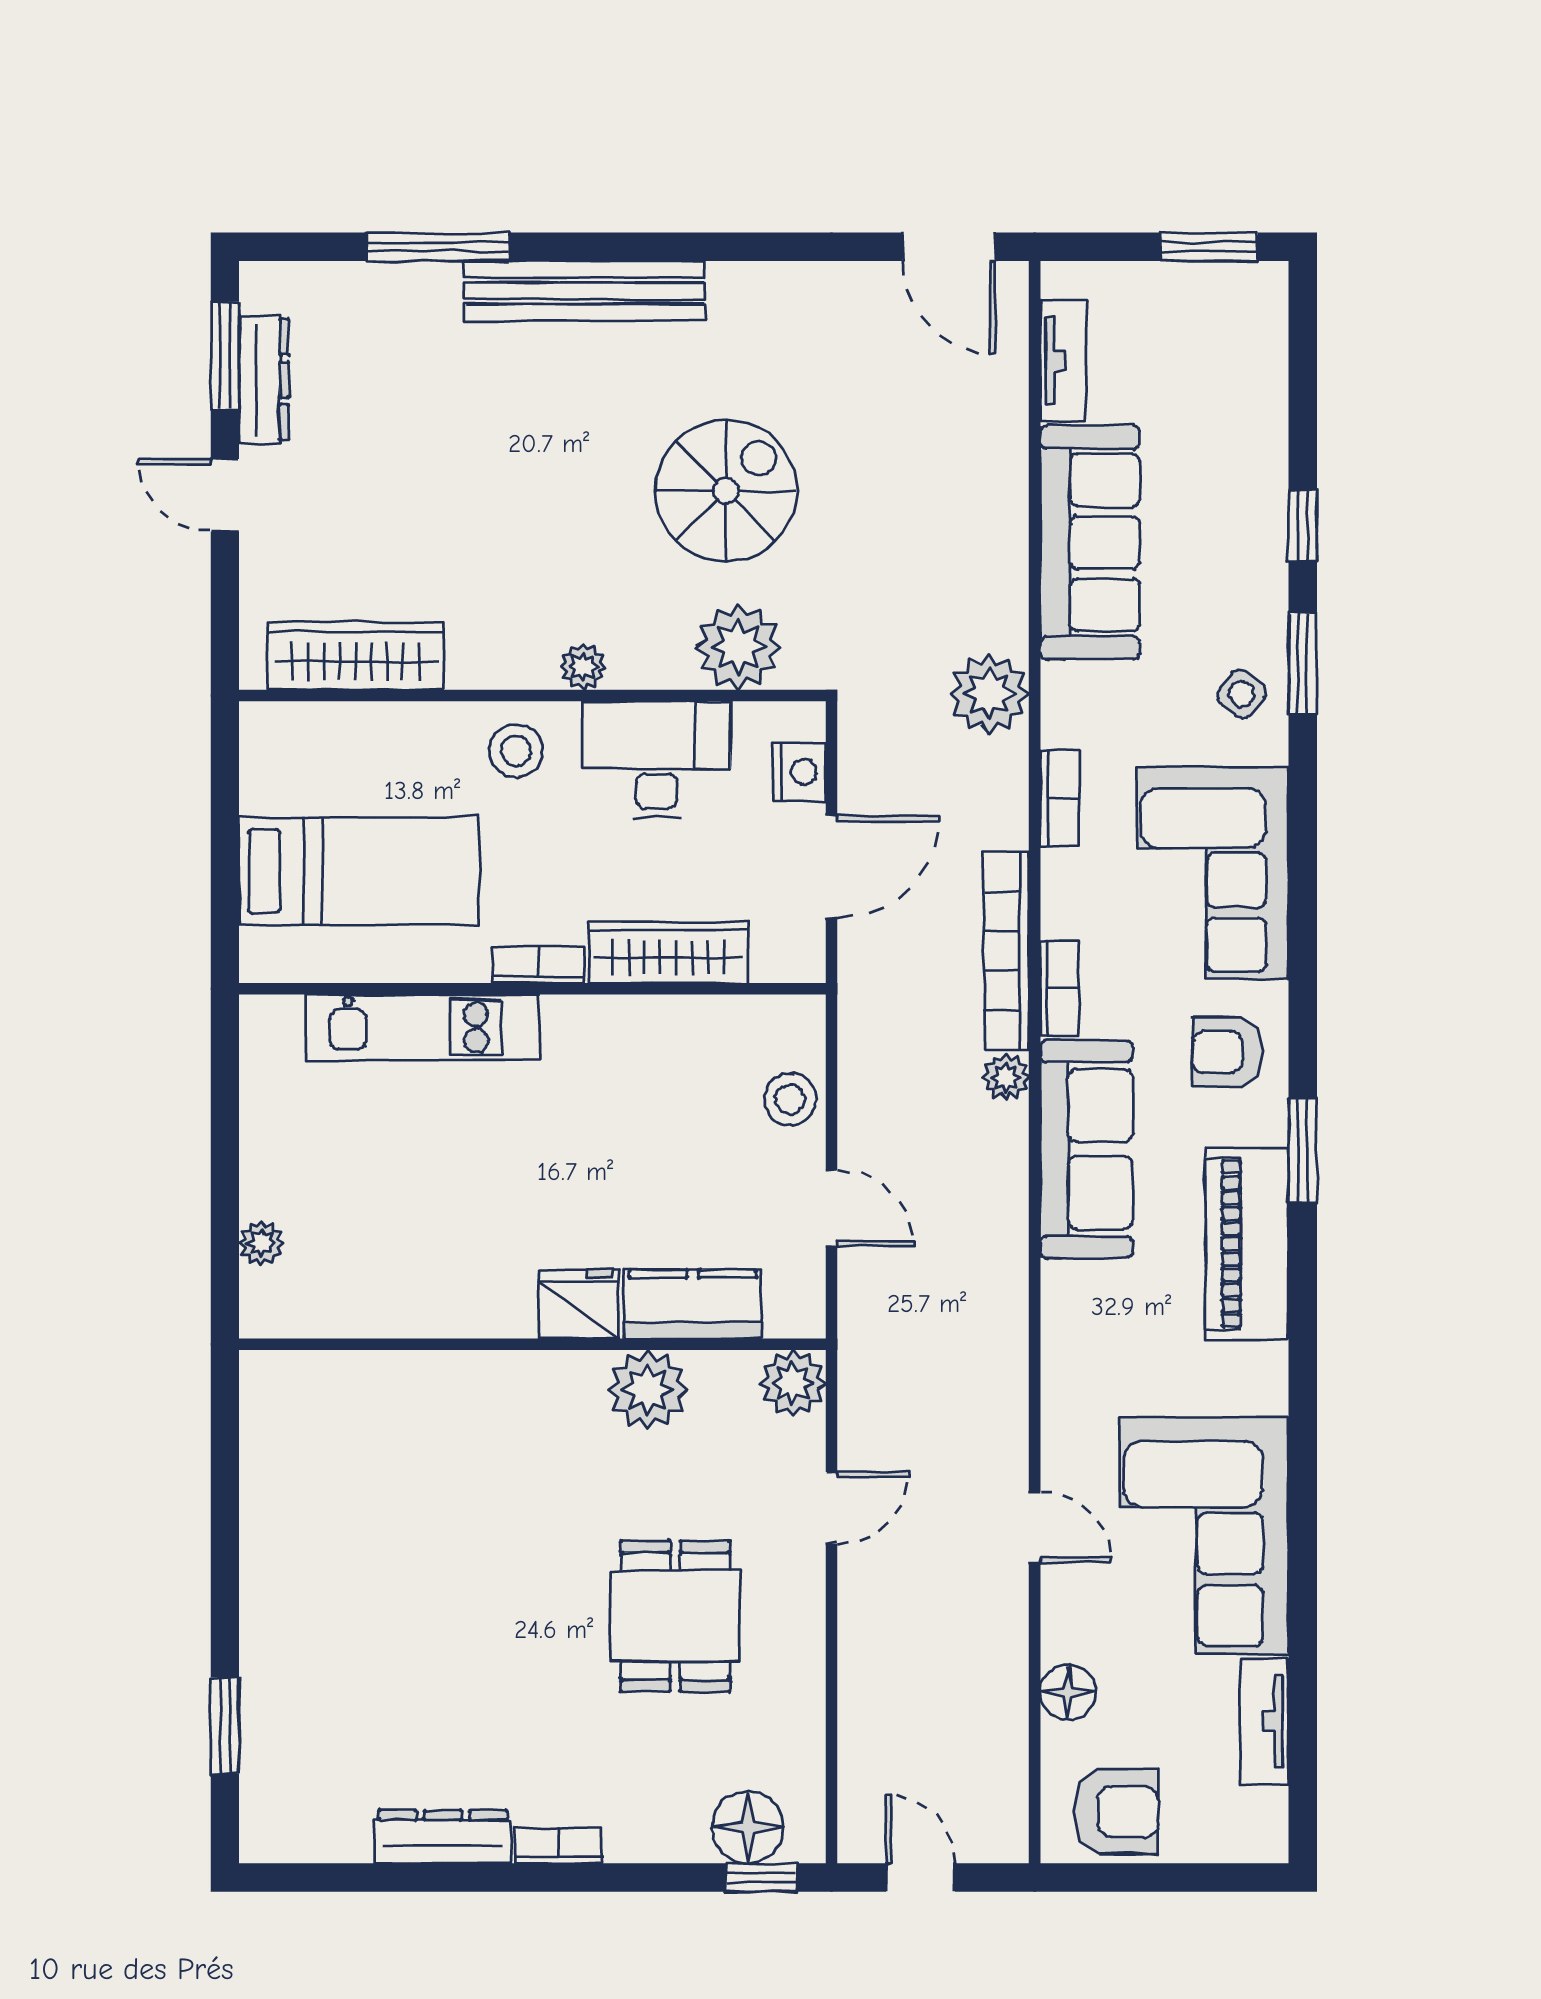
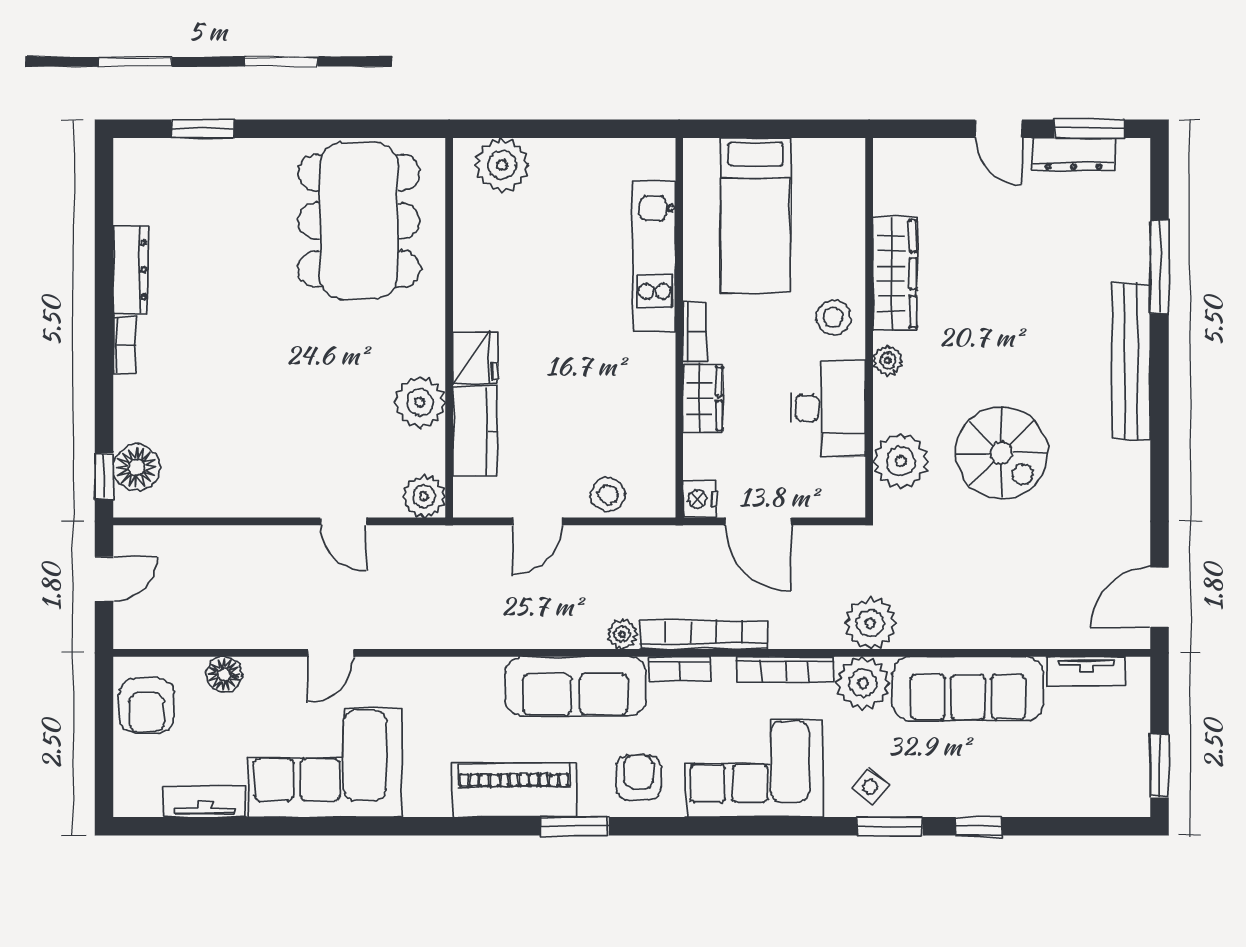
door: (225, 495) -> (999, 129), swing flipped
wardrobe: (356, 656) -> (895, 274), moved
plant: (1081, 705) -> (863, 683), added
nightstand: (800, 772) -> (700, 499), moved, turned 90
bookcase: (1060, 799) -> (785, 669), width x1.56
wardrobe: (668, 952) -> (703, 398), width x0.67
plant: (261, 1243) -> (502, 165), width x1.87, depth x1.87
dining table: (675, 1616) -> (359, 221), moved, width x1.88, depth x1.24

